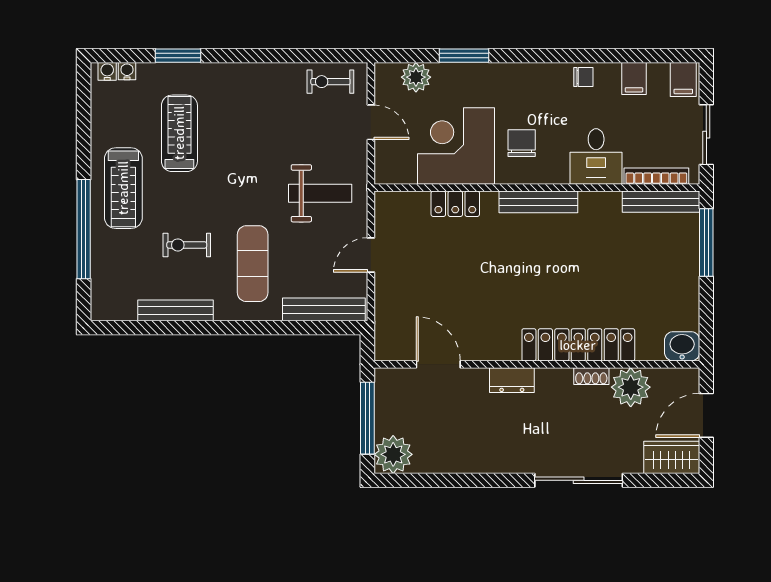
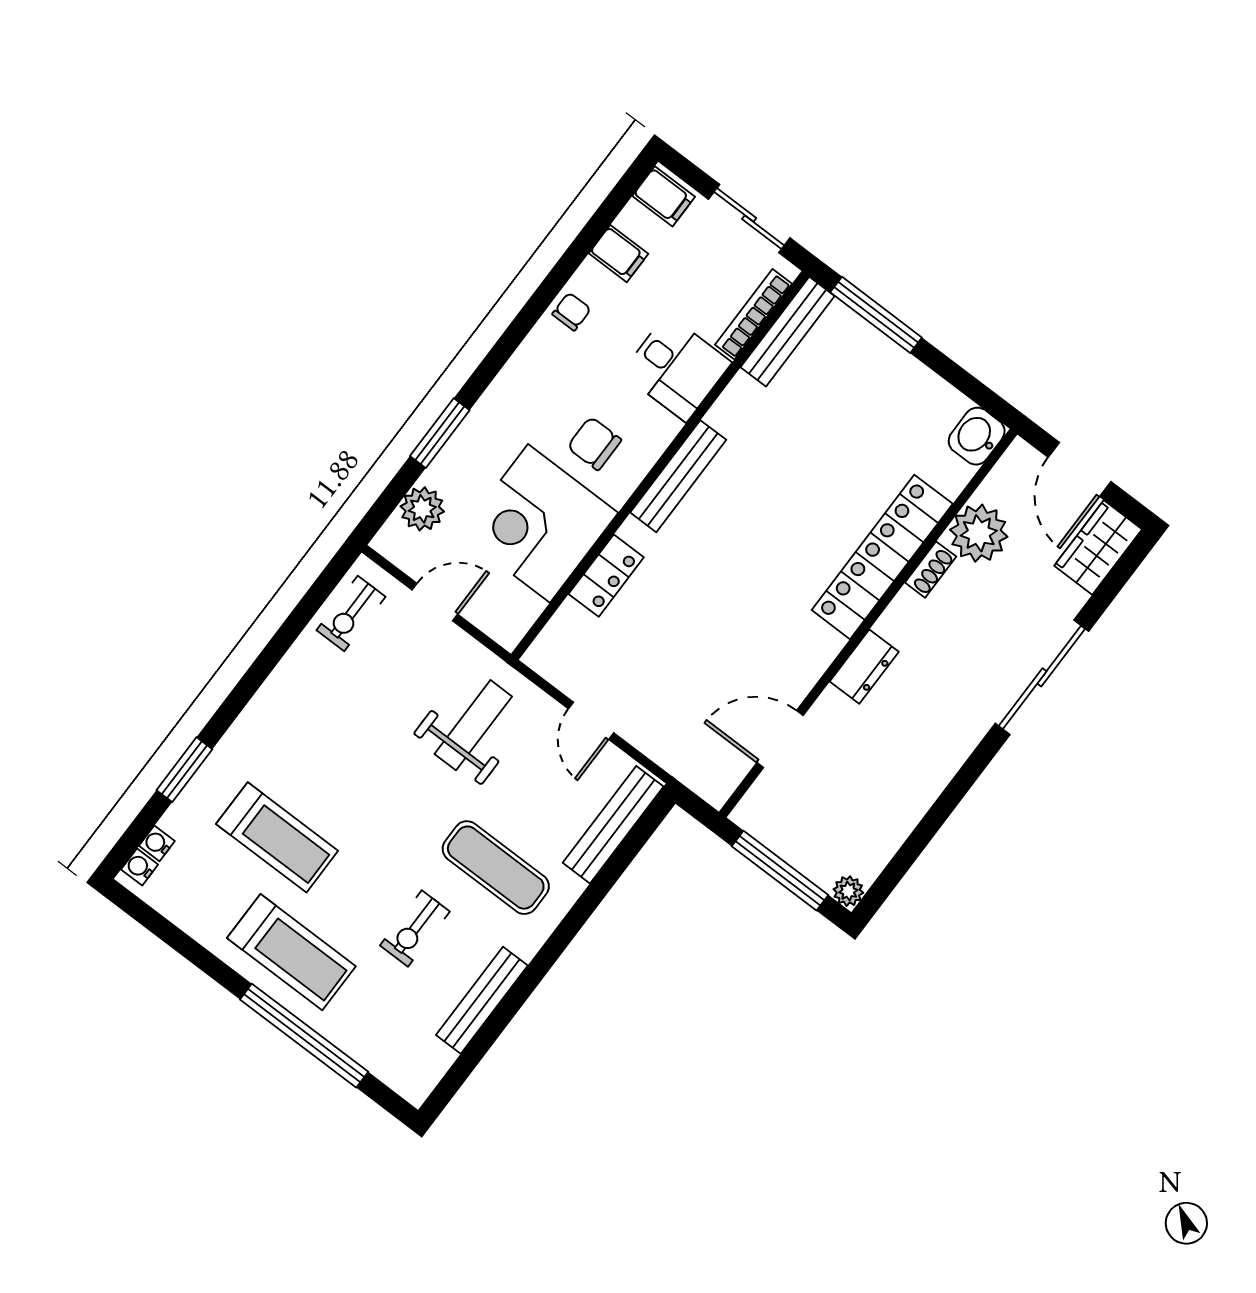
treadmill: (179, 133) -> (277, 837), turned 180
plant: (393, 454) -> (848, 891), width x0.53, depth x0.53

